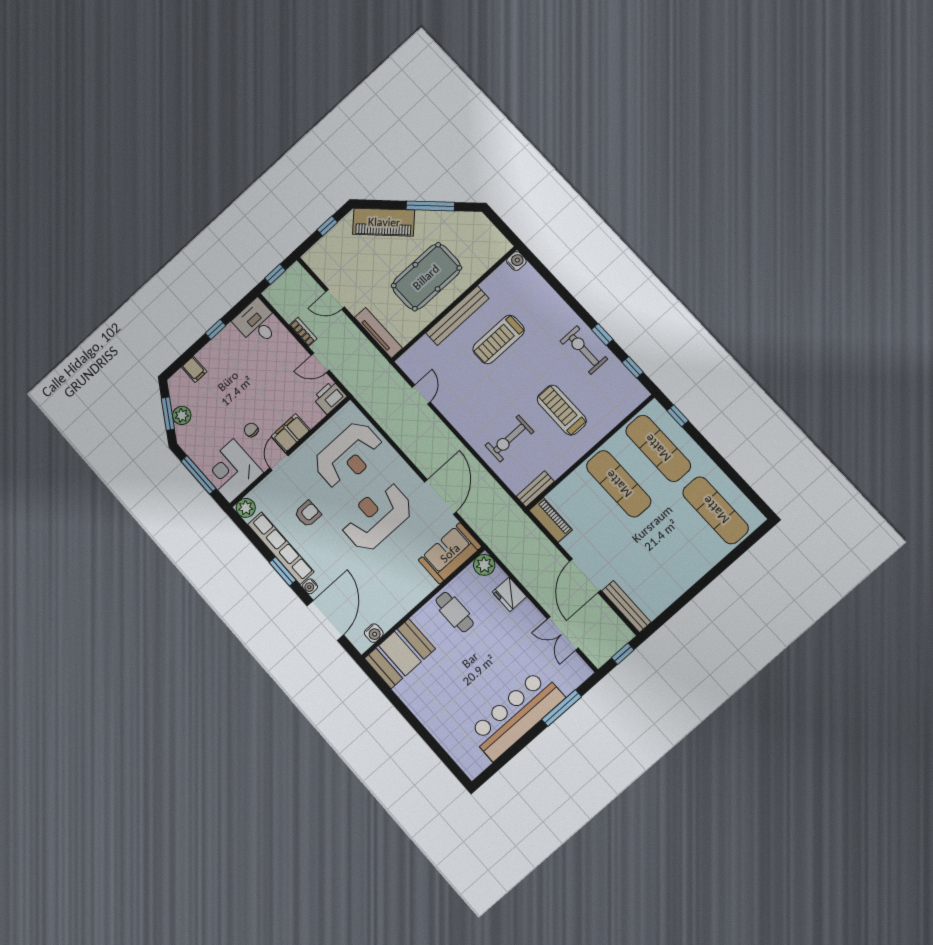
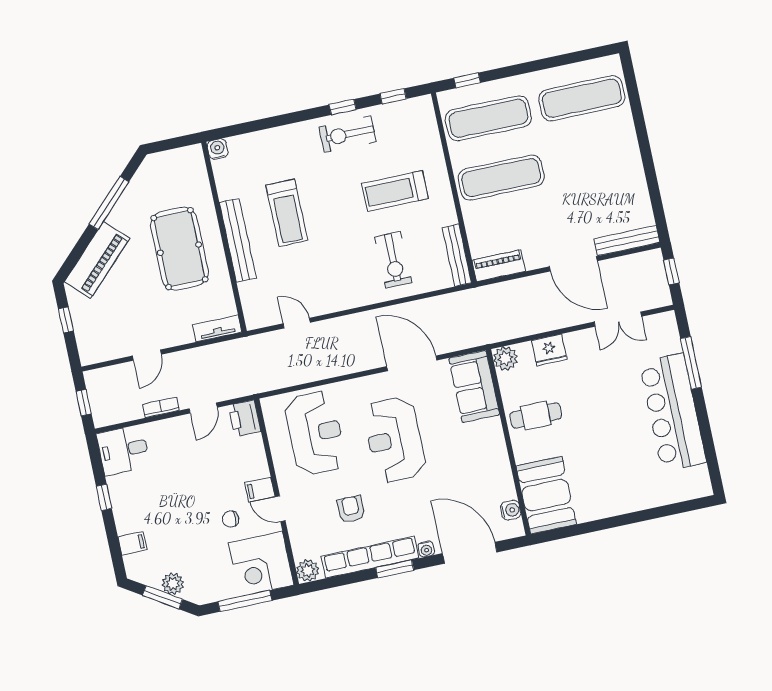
tv unit: (378, 333) -> (217, 328), width x0.71
filing cabinet: (291, 433) -> (260, 489), width x0.50
bench: (535, 489) -> (457, 255), width x1.36

